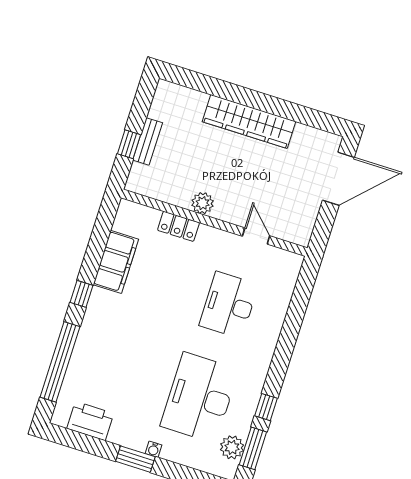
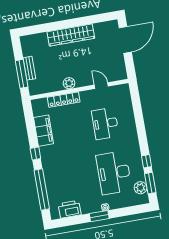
window: (129, 144) -> (22, 74), width x2.17
locker: (178, 226) -> (64, 100), width x1.53

